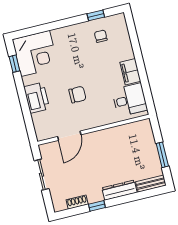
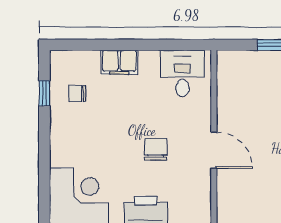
filing cabinet: (130, 72) -> (119, 62), moved
door: (69, 136) -> (214, 150), moved

